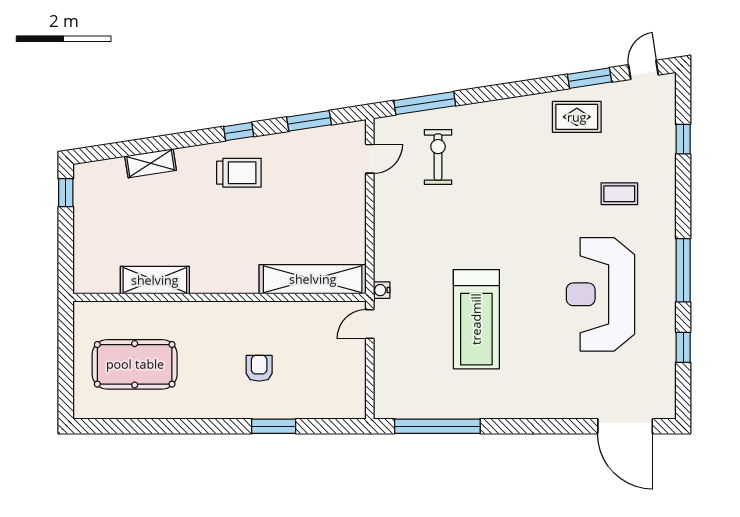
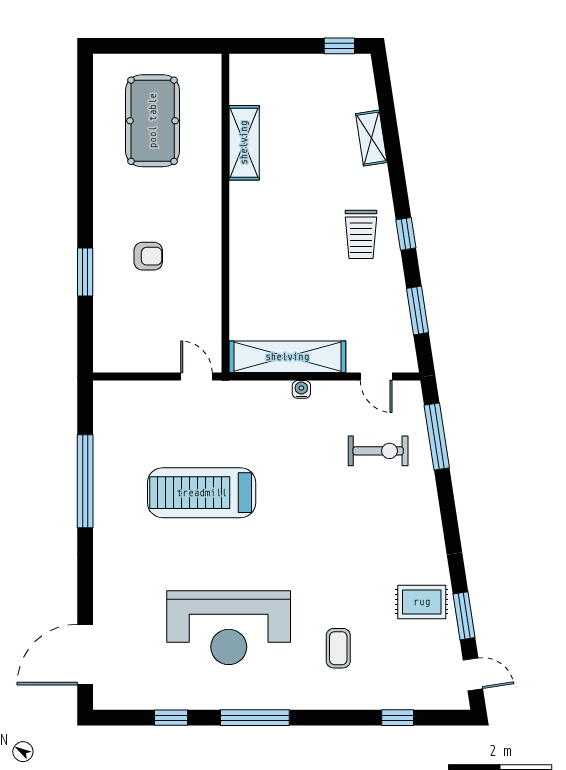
rug: (577, 117) -> (422, 602), turned 90
shelving: (313, 279) -> (287, 357), moved, turned 90
water cooler: (382, 290) -> (301, 389), moved
reception desk: (600, 294) -> (229, 628), turned 180
window: (437, 426) -> (85, 481), moved

